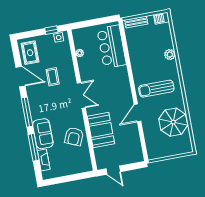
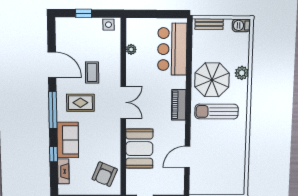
window: (51, 30) -> (84, 13), moved
rug: (30, 53) -> (80, 103), moved, turned 90
piano: (125, 89) -> (179, 105), added
door: (137, 113) -> (187, 157), moved
parasol: (173, 122) -> (212, 80), moved
armchair: (74, 136) -> (105, 174), moved
window: (34, 147) -> (54, 154), width x0.46

